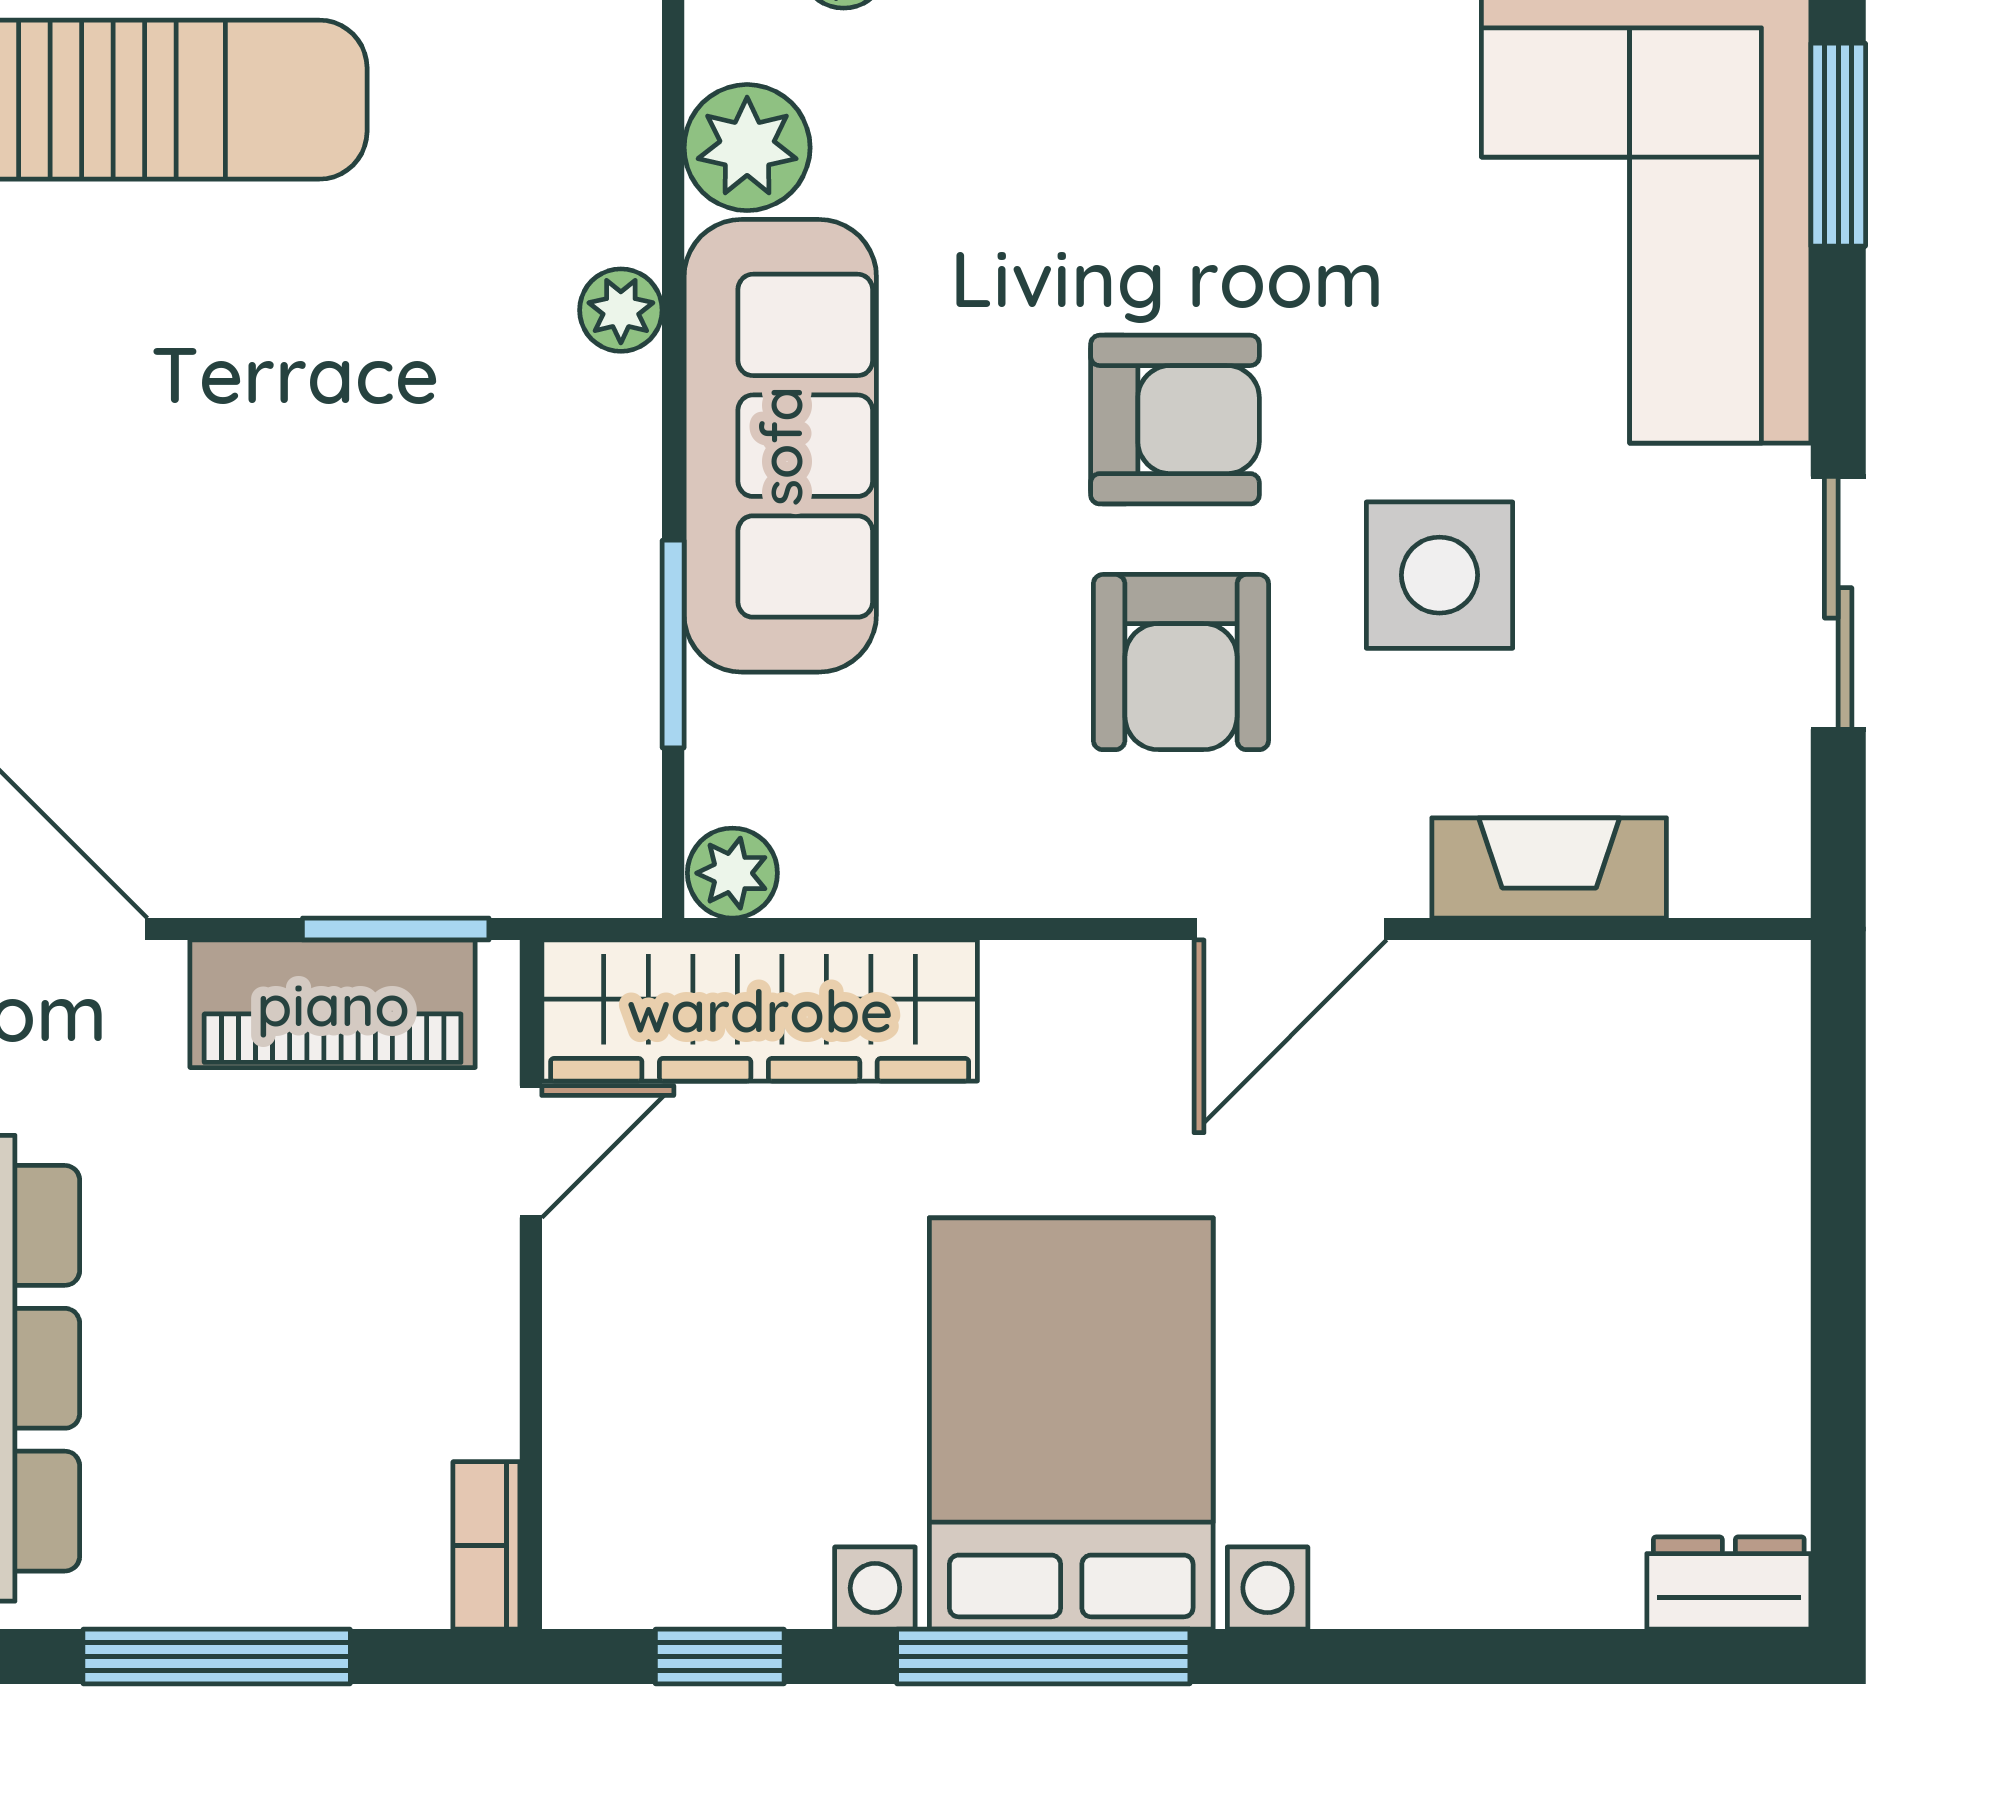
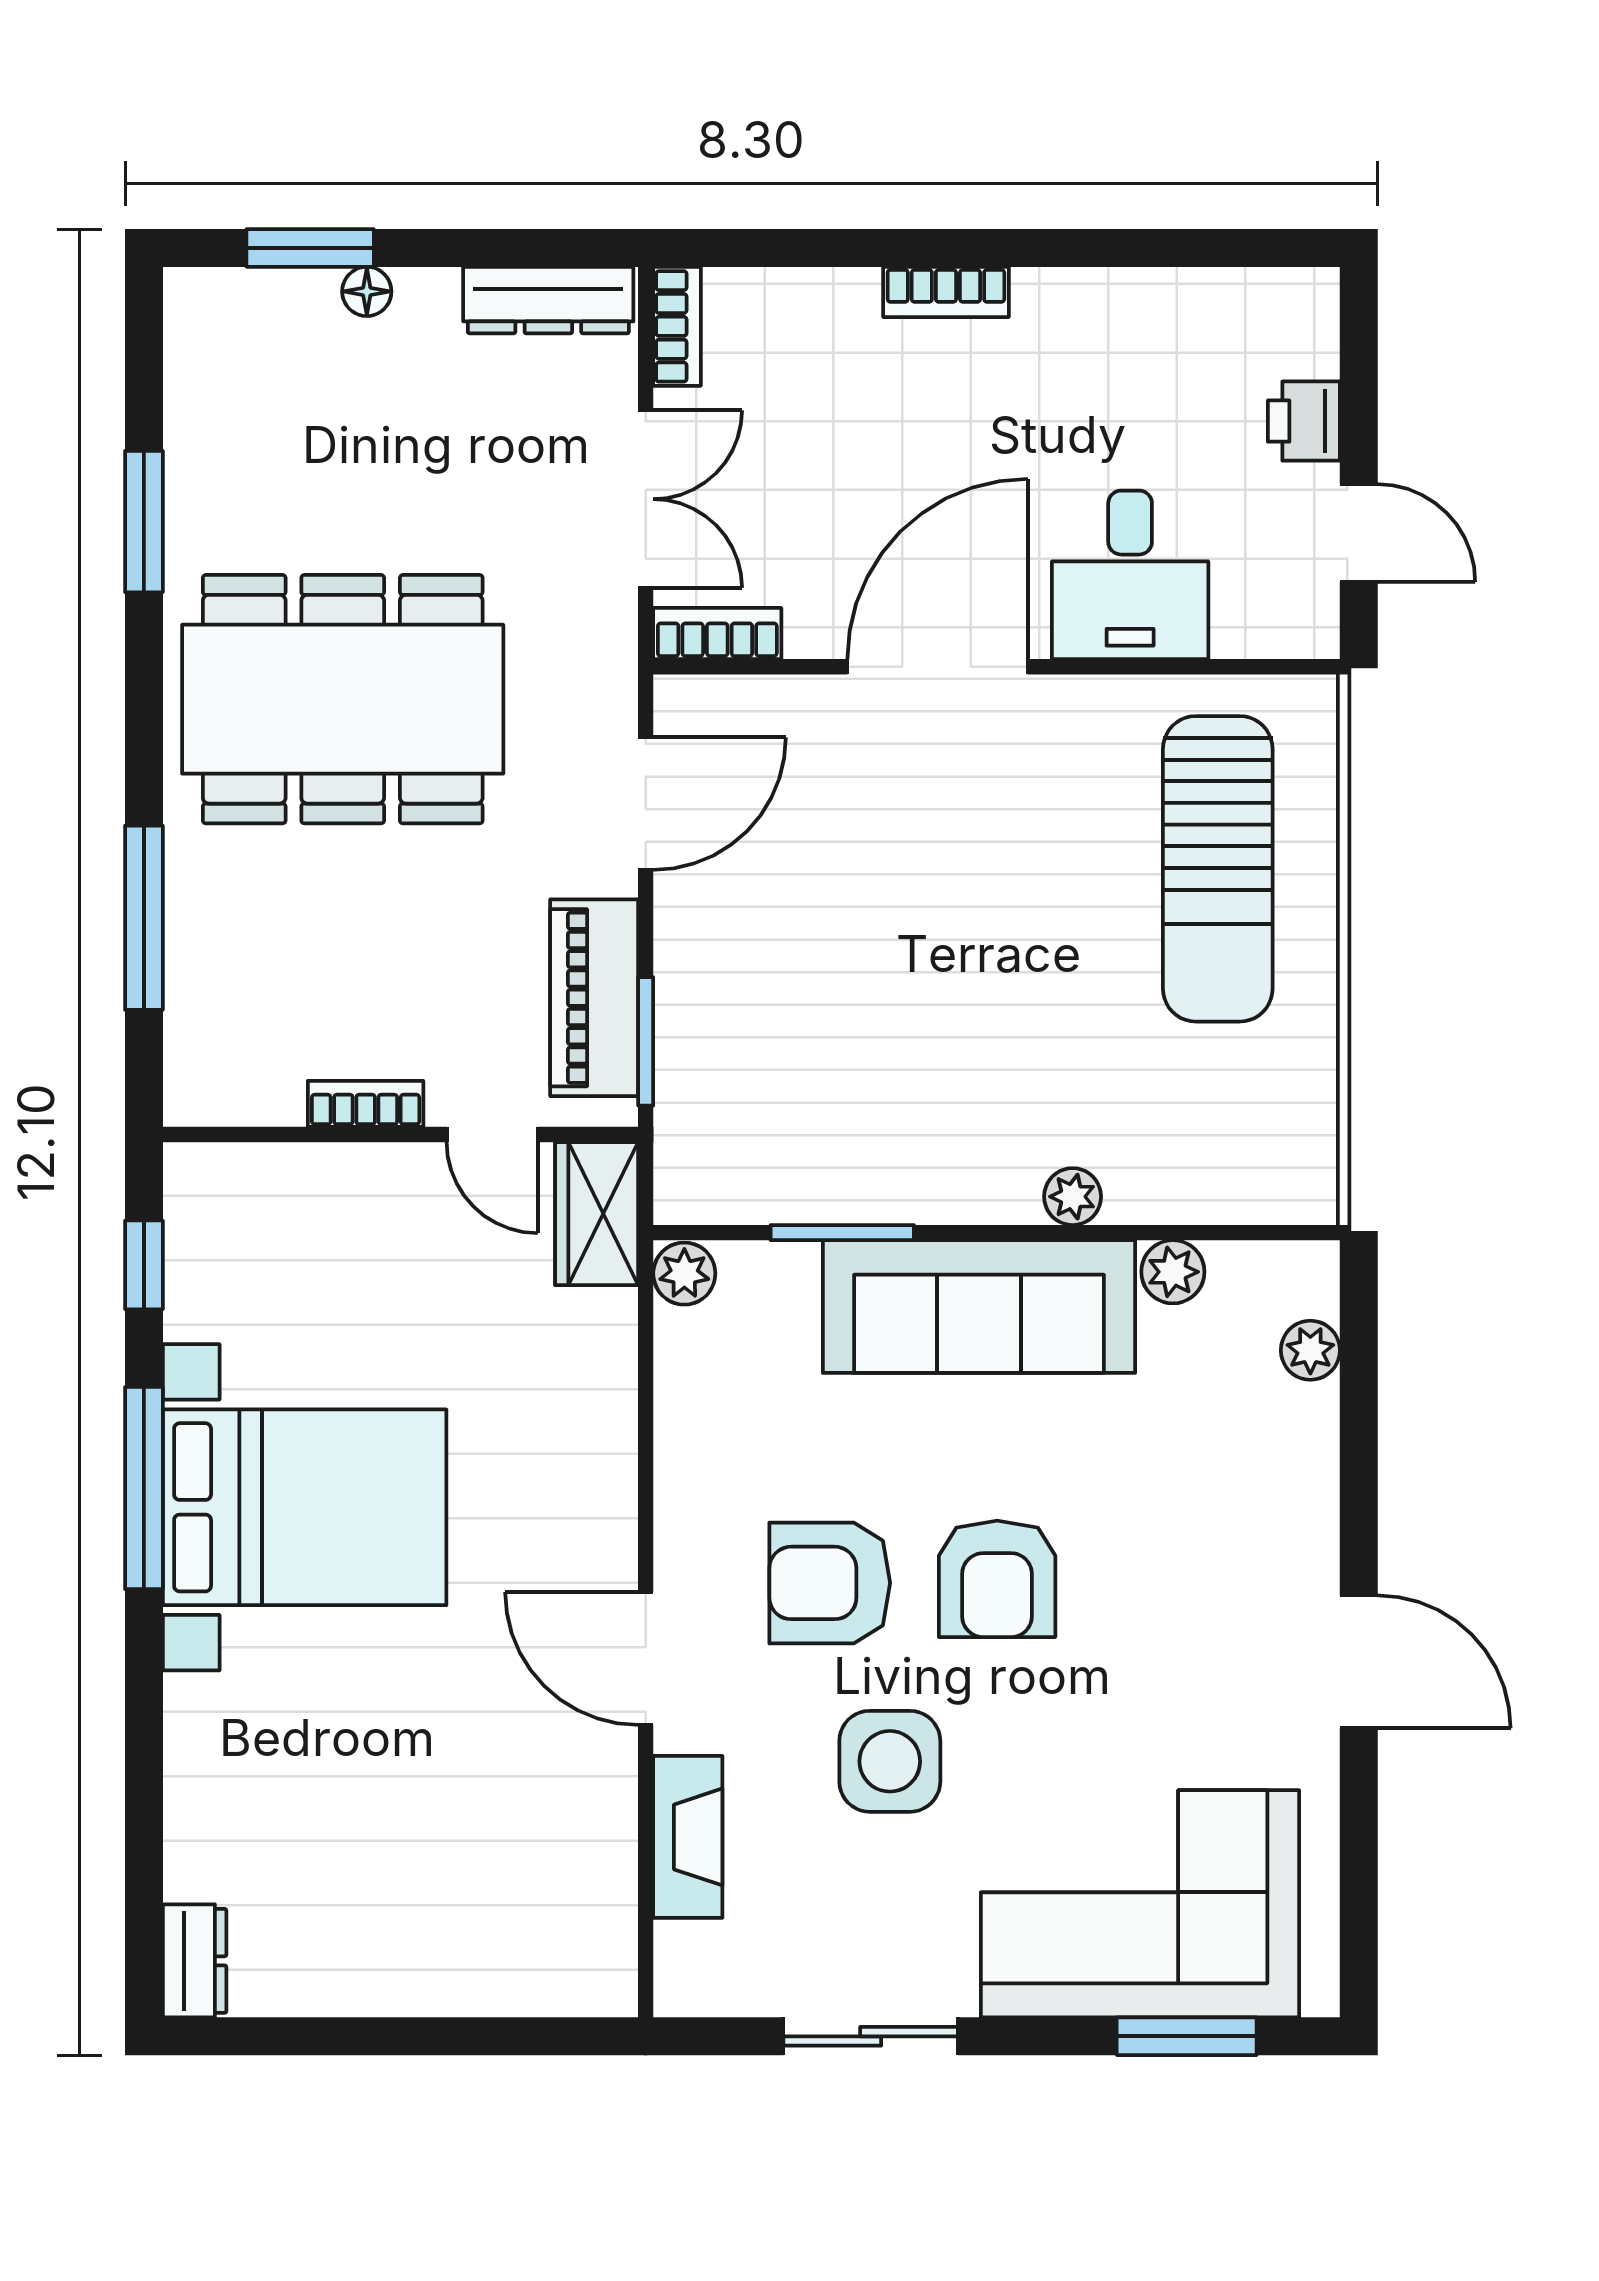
plant: (747, 148) -> (1173, 1272), width x0.73, depth x0.73
wardrobe: (760, 1010) -> (597, 1214), width x0.48, depth x0.85
bookcase: (486, 1545) -> (366, 1104), moved

